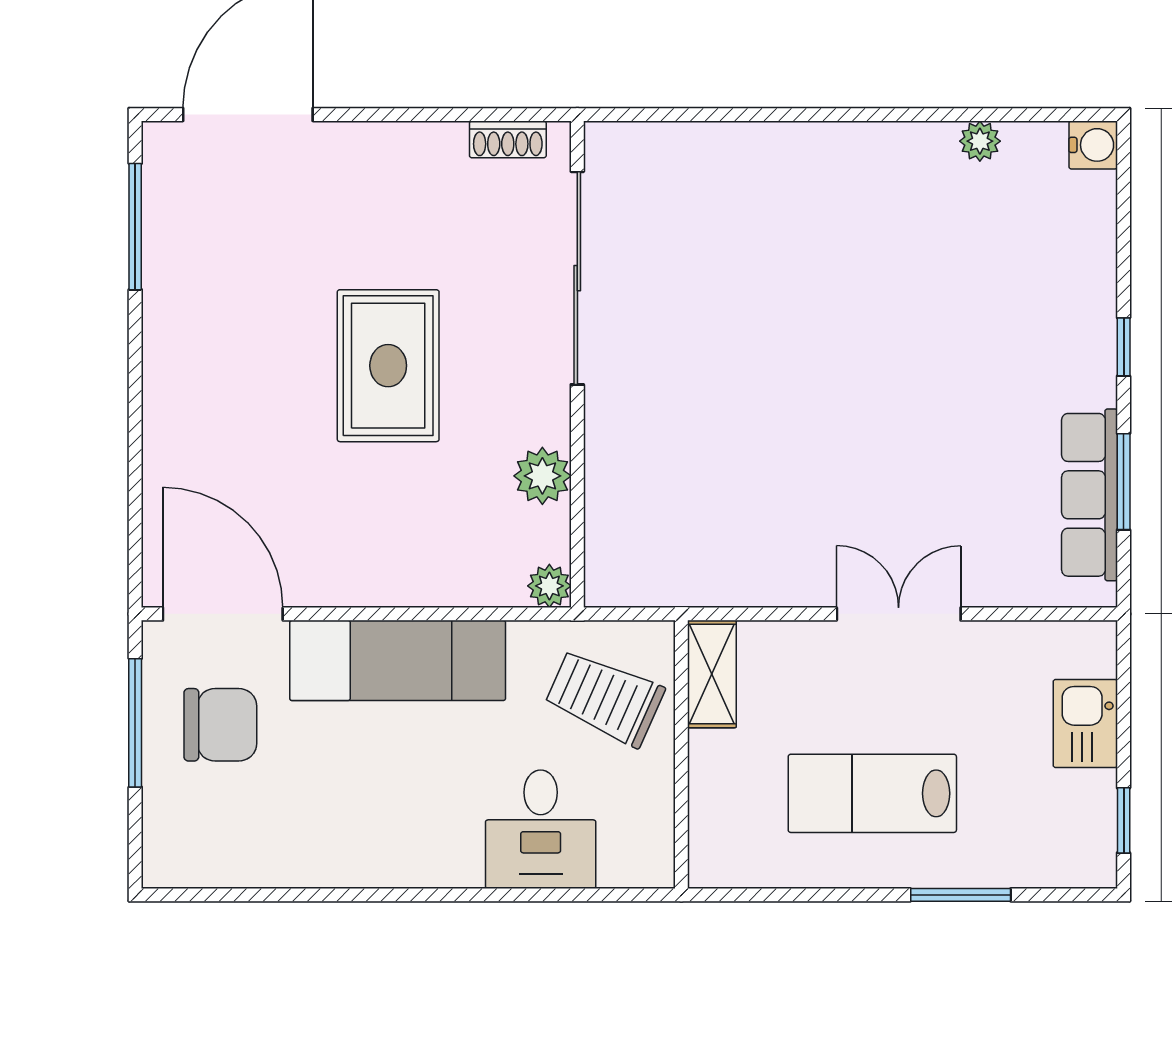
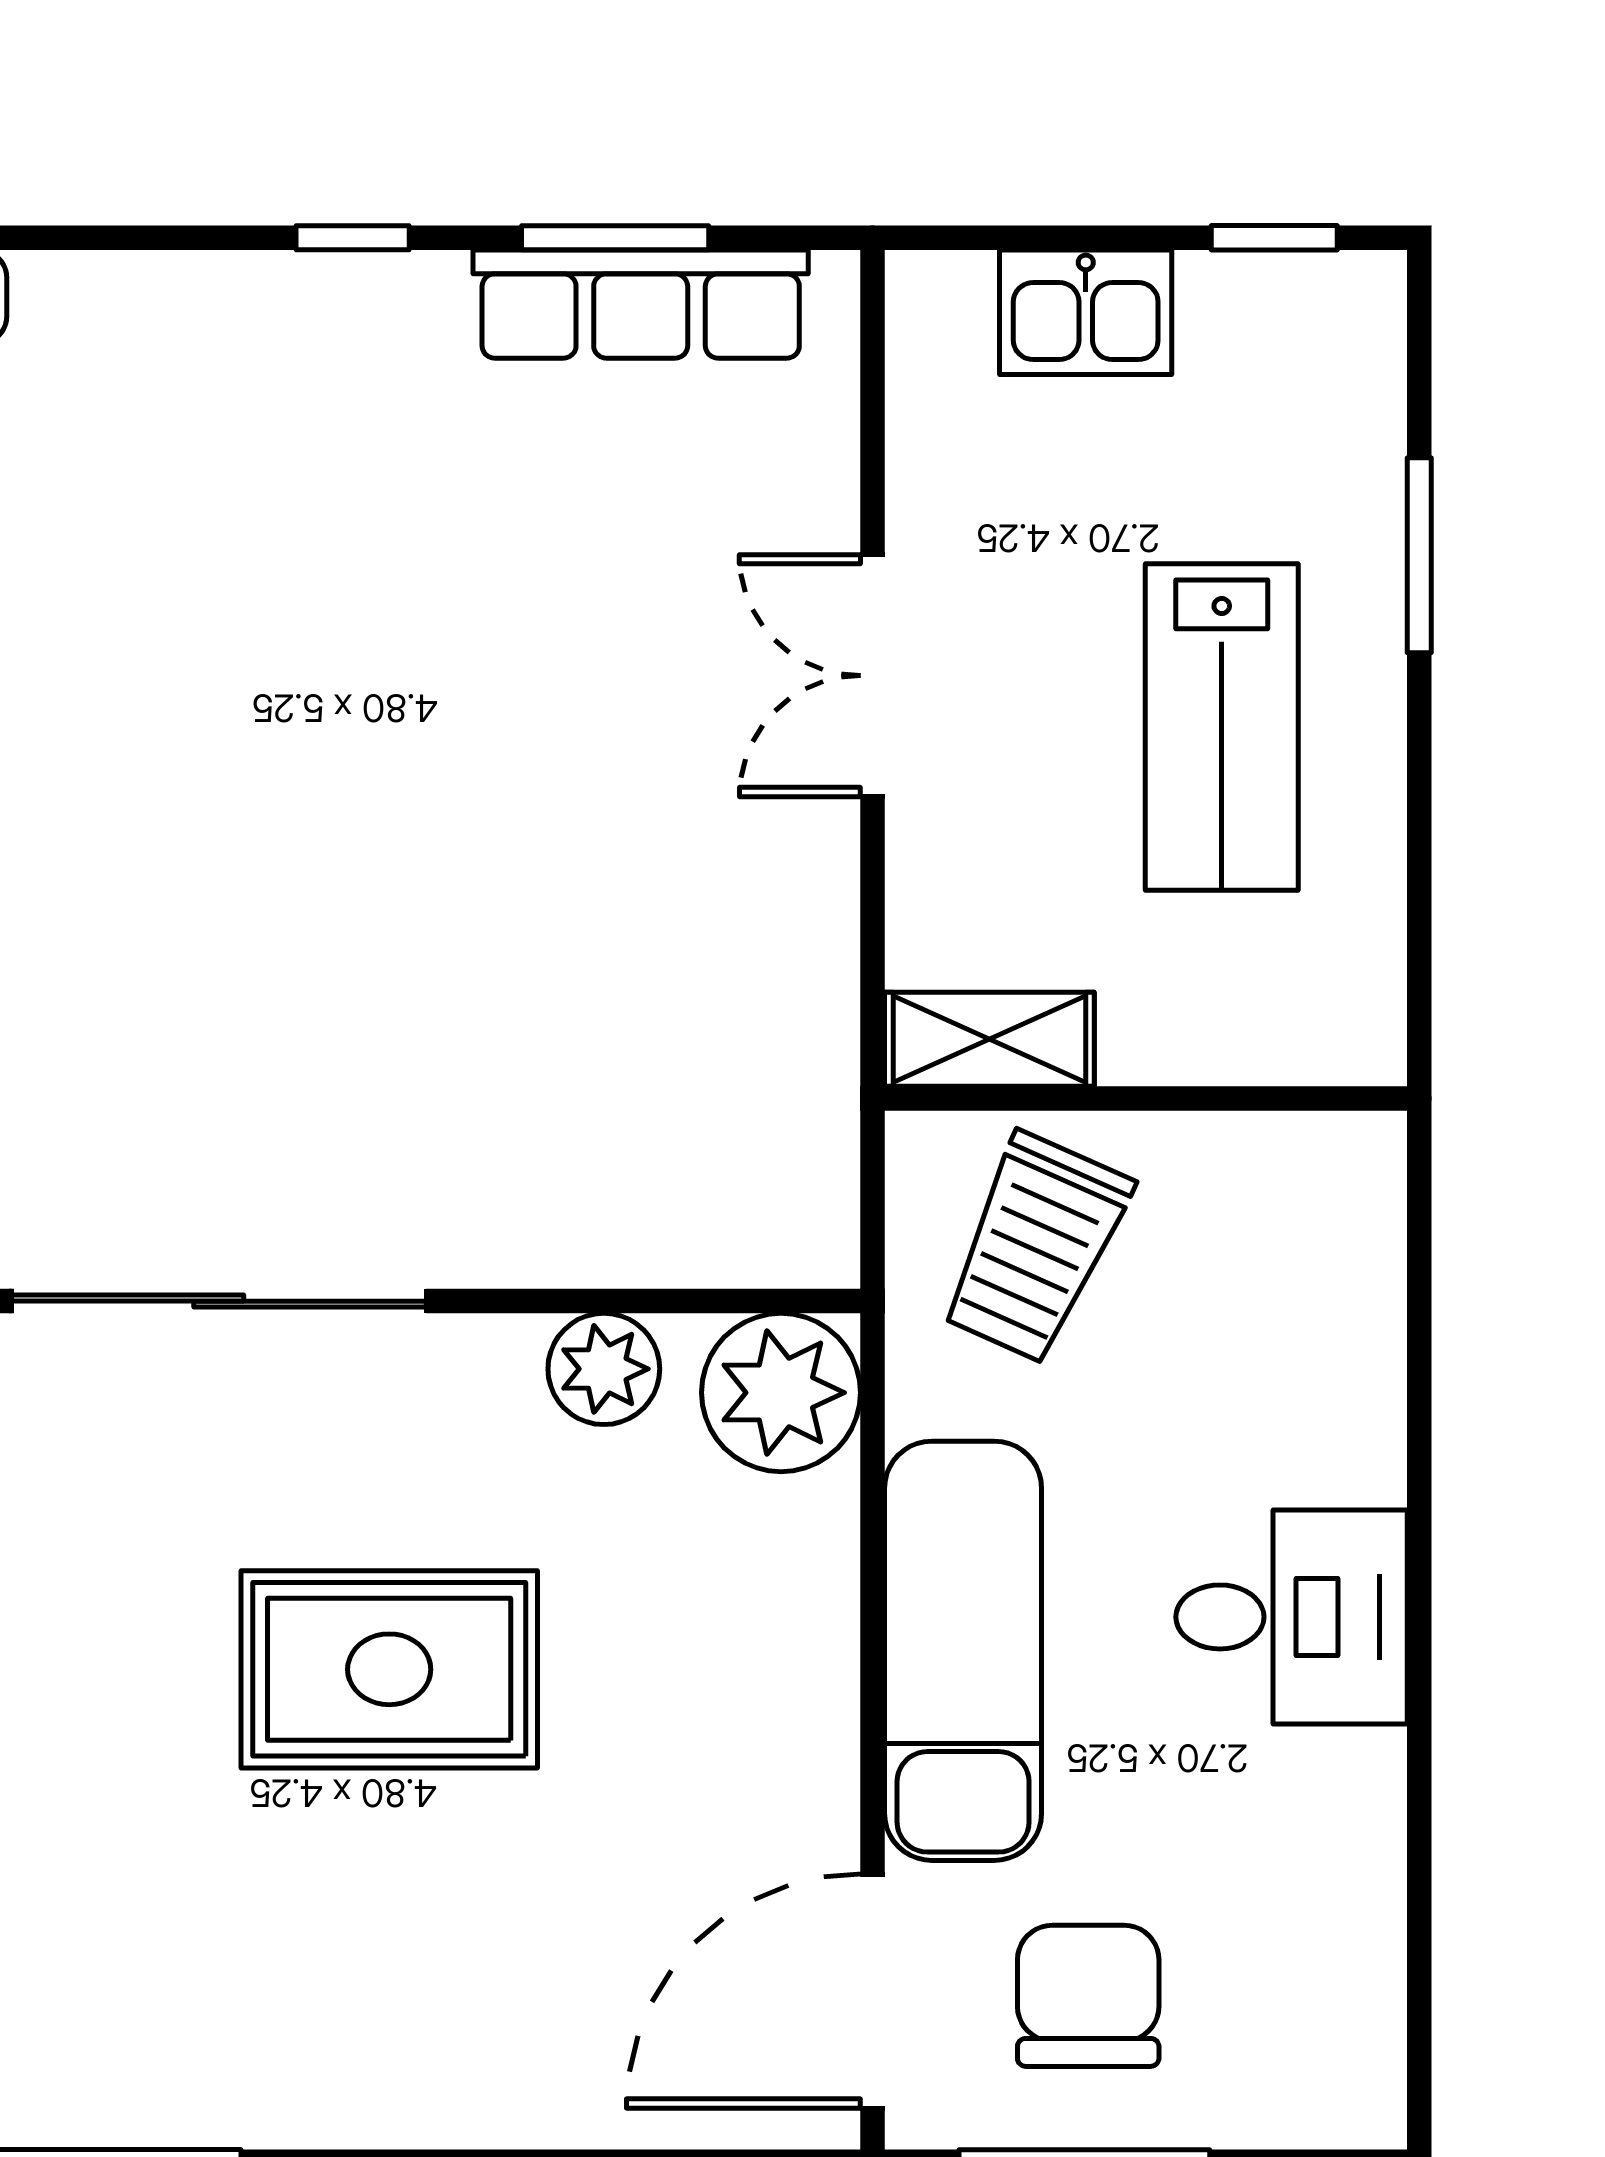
plant: (549, 586) -> (781, 1393), width x1.88, depth x1.88
desk: (541, 829) -> (1292, 1617), moved

